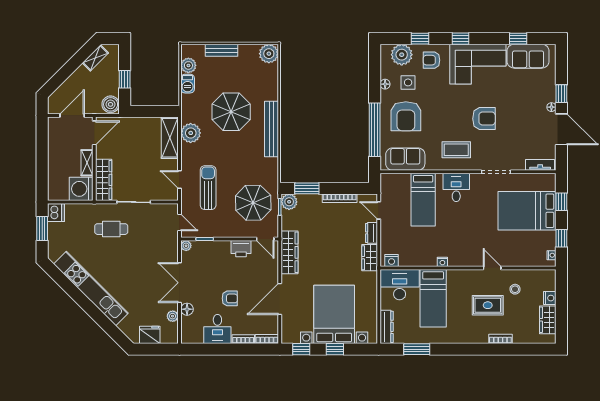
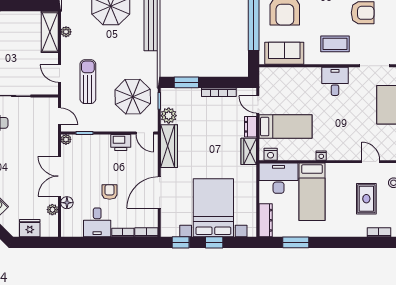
plant: (191, 133) -> (66, 32), width x0.53, depth x0.53
bed: (423, 200) -> (286, 127), moved, turned -90
plant: (289, 202) -> (169, 116), moved
armchair: (230, 298) -> (110, 192), turned -90
rug: (488, 305) -> (366, 199), turned 90

